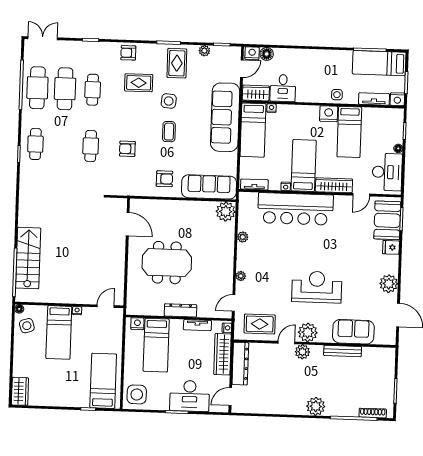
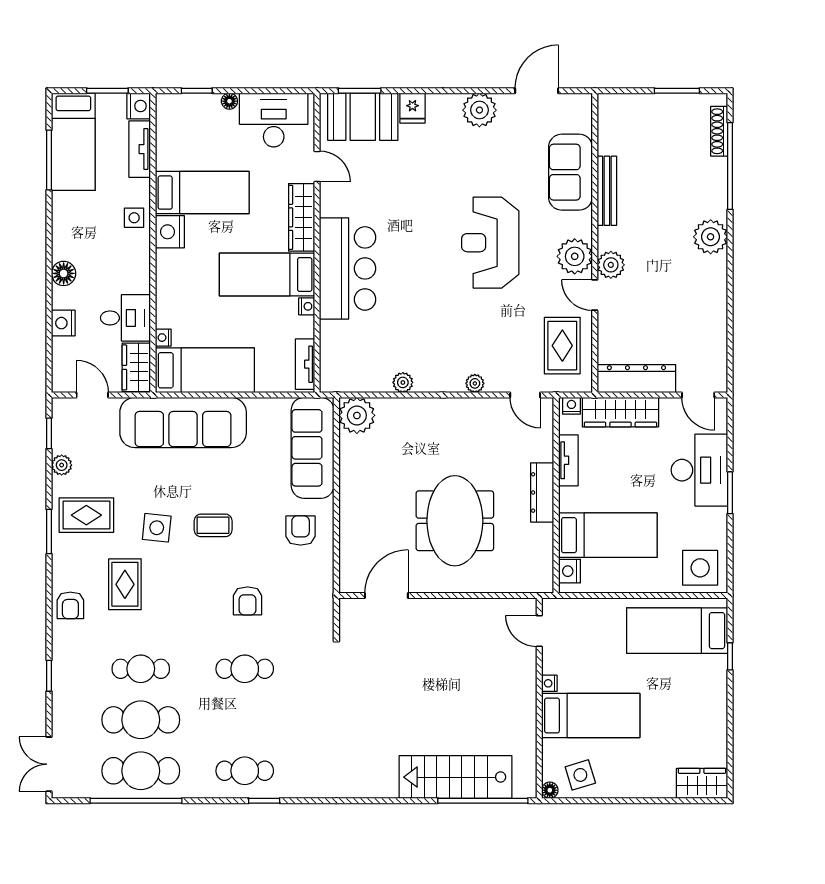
nightstand: (252, 53) -> (63, 323), moved
floor lamp: (267, 54) -> (64, 273), moved
bar counter: (295, 209) -> (348, 268), width x0.73

